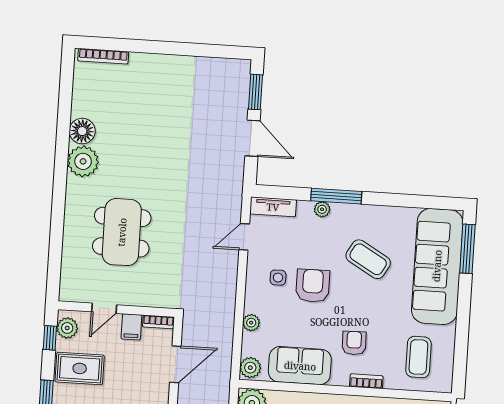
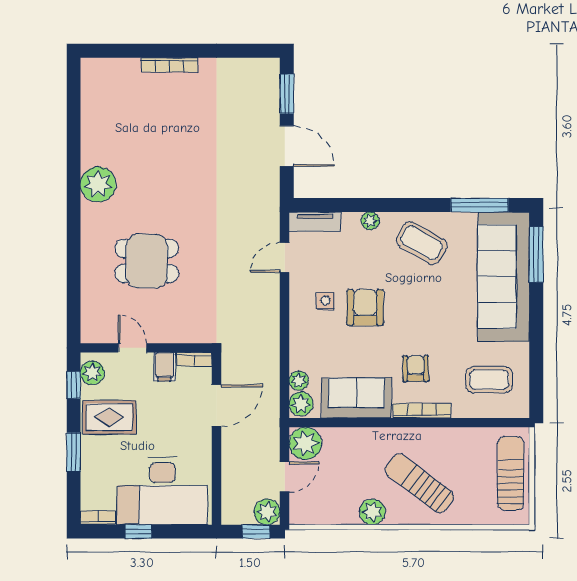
bookcase: (103, 56) -> (169, 65), moved
floor lamp: (82, 131) -> (95, 150), removed
window: (336, 196) -> (479, 205), moved
dining table: (122, 232) -> (147, 261), width x0.73
coffee table: (368, 259) -> (422, 243), moved
door: (104, 308) -> (132, 348), swing flipped
plant: (251, 323) -> (299, 381), moved
coffee table: (418, 357) -> (489, 380), turned 90
bookcase: (366, 381) -> (422, 411), width x1.56

